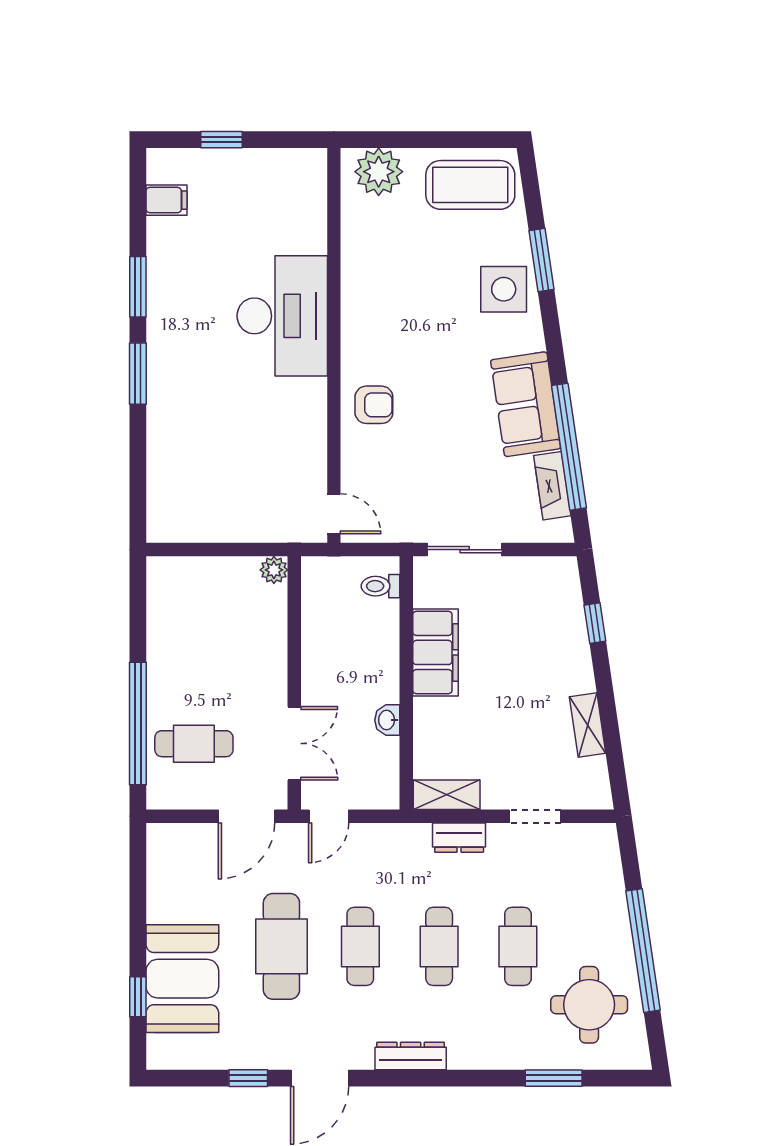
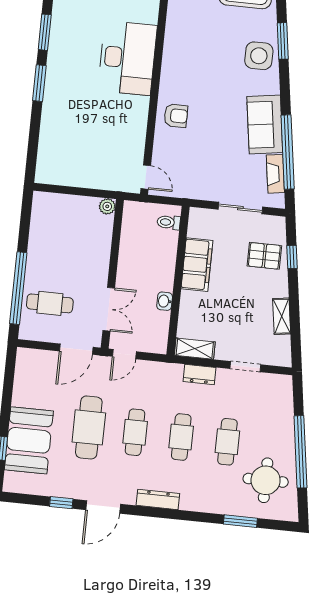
sliding door: (465, 550) -> (240, 208), moved
pallet: (548, 626) -> (264, 256), added

